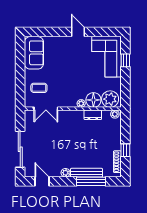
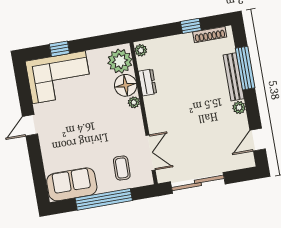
window: (20, 72) -> (104, 199), added
sliding door: (20, 149) -> (198, 183), moved

